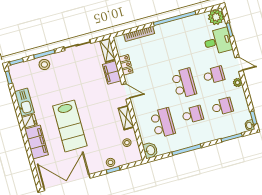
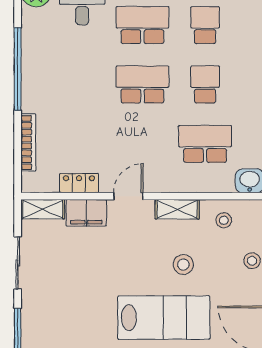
stool: (44, 65) -> (183, 264), moved
school desk: (214, 75) -> (142, 25), width x1.85

